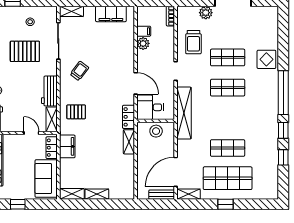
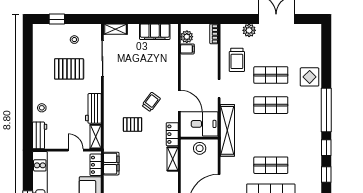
plant: (143, 43) -> (187, 37), moved
trolley: (79, 71) -> (151, 102), moved
desk: (150, 107) -> (205, 124), moved, turned 180
pallet: (76, 112) -> (132, 124), moved

